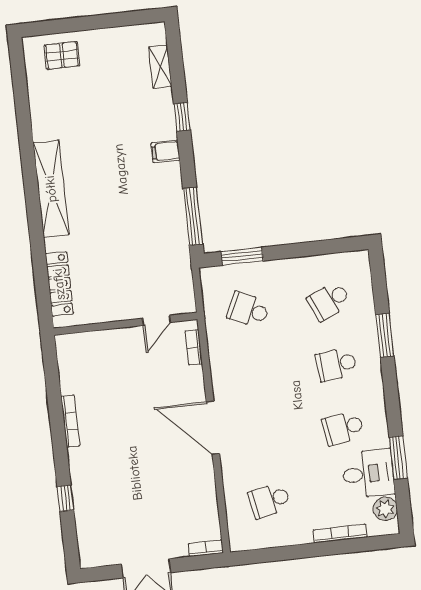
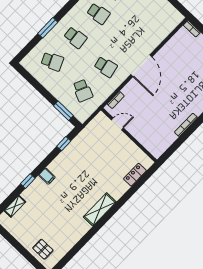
shelving: (51, 189) -> (100, 209), width x0.68
window: (193, 216) -> (64, 144), width x0.46
locker: (59, 284) -> (135, 175), width x0.66
school desk: (269, 500) -> (106, 67), moved

